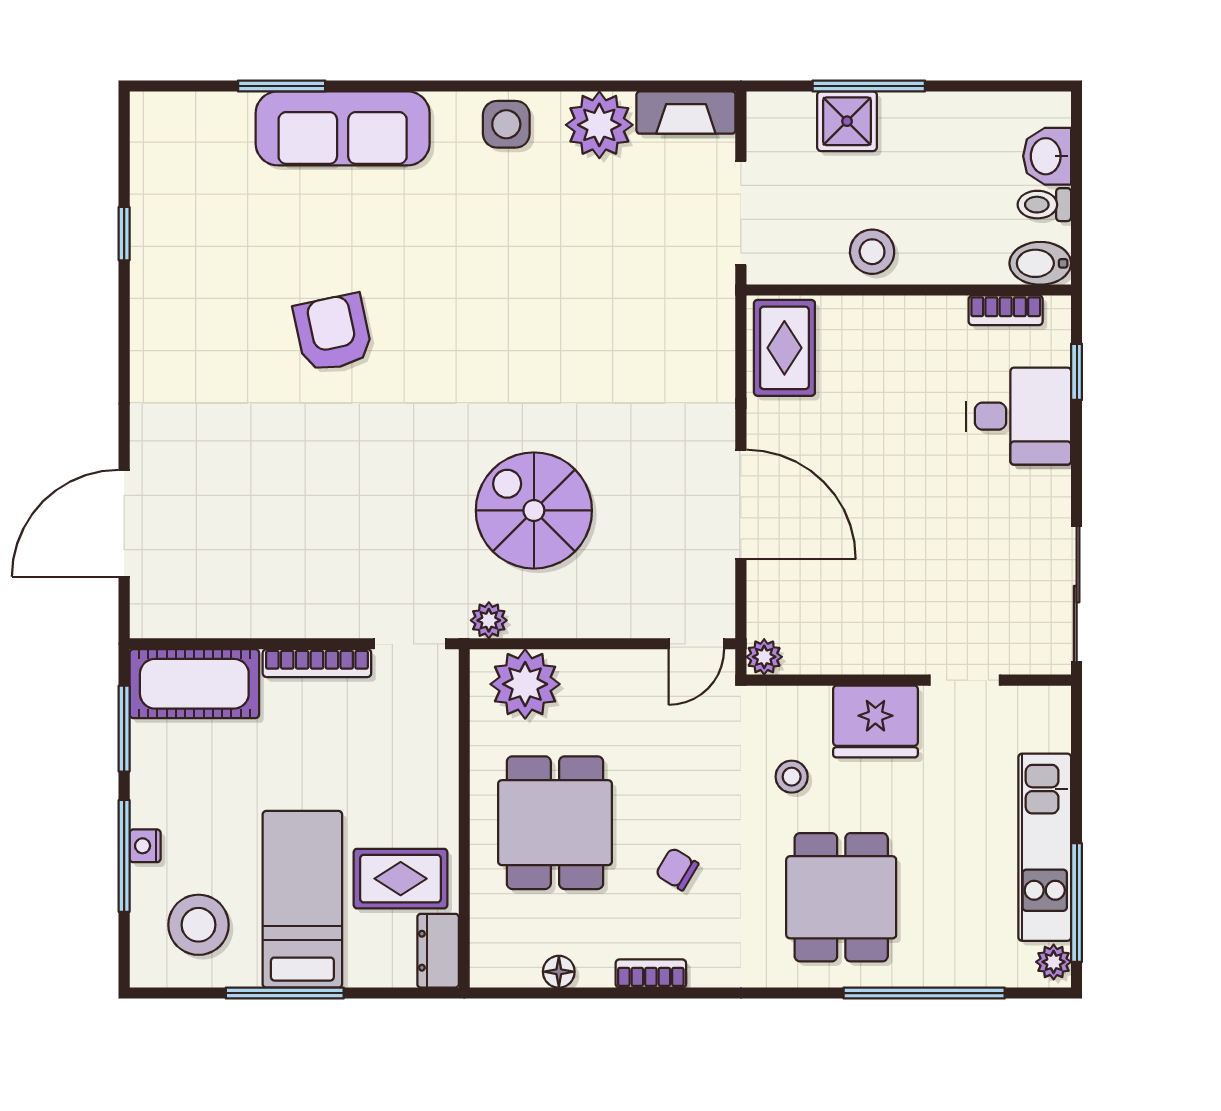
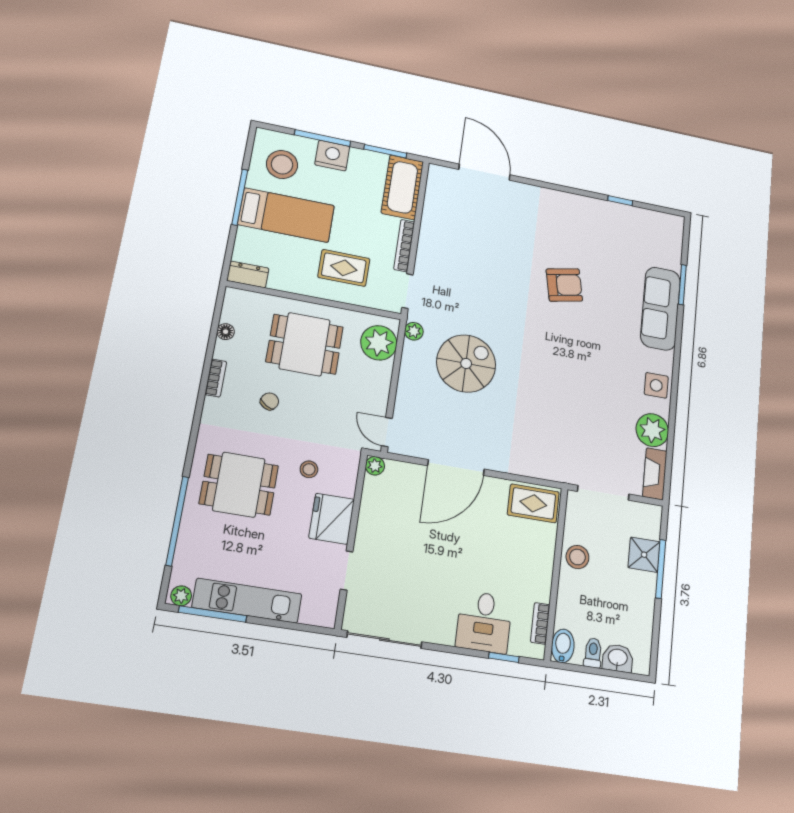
nightstand: (145, 846) -> (332, 156), width x1.89, depth x1.79
rug: (401, 879) -> (344, 268), moved, turned 90

